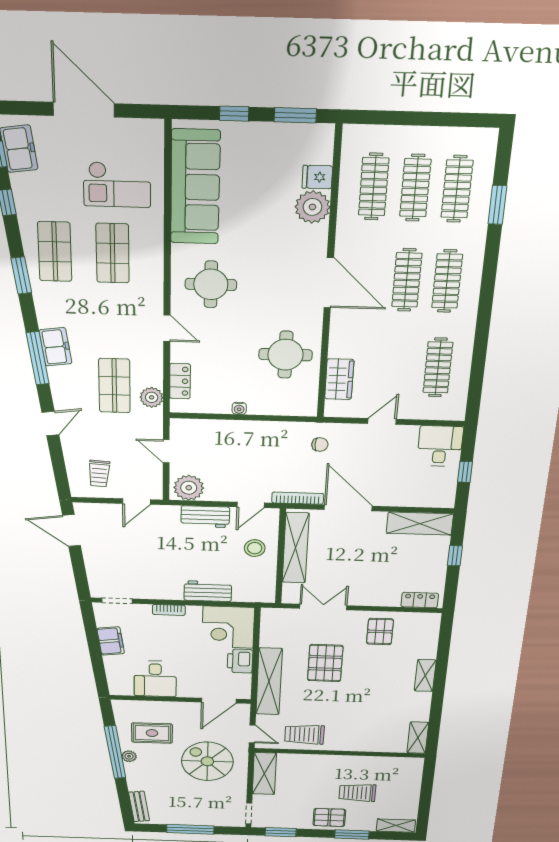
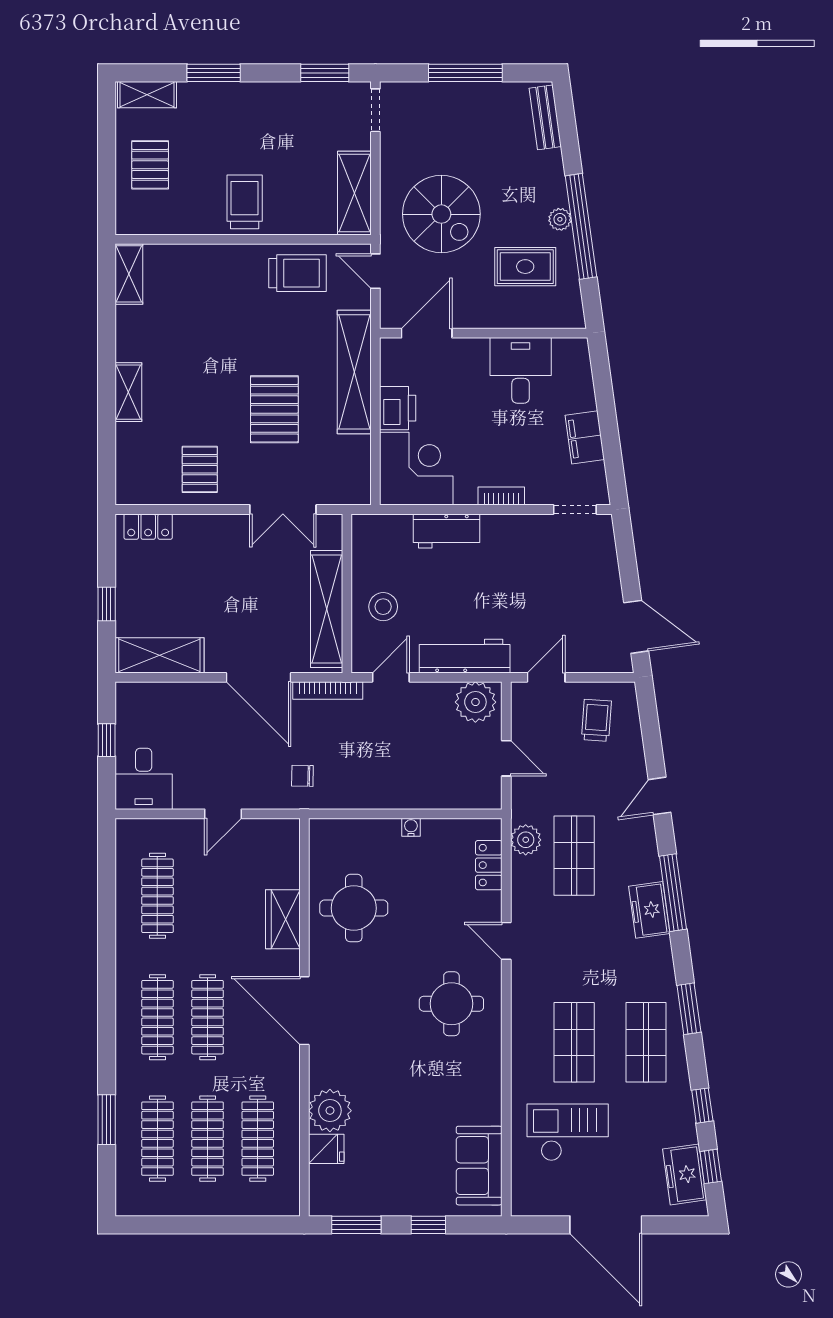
sofa: (195, 187) -> (479, 1166), width x0.54, depth x0.79
wardrobe: (339, 379) -> (283, 919), moved
workbench: (205, 517) -> (465, 656), width x1.38
trolley: (357, 793) -> (245, 202), moved, turned -90
pallet: (329, 817) -> (150, 165), moved, turned 90

